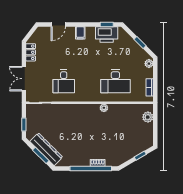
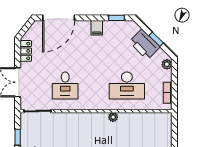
door: (58, 25) -> (59, 18), width x1.87
filing cabinet: (80, 33) -> (97, 28), moved
printer: (107, 35) -> (145, 44), moved, turned 45
plant: (148, 117) -> (165, 128), removed

